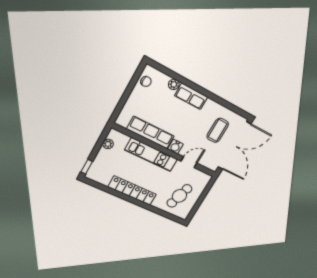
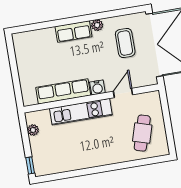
chair: (146, 81) -> (23, 49), removed
plant: (174, 84) -> (97, 25), moved
locker: (132, 191) -> (91, 160), removed

